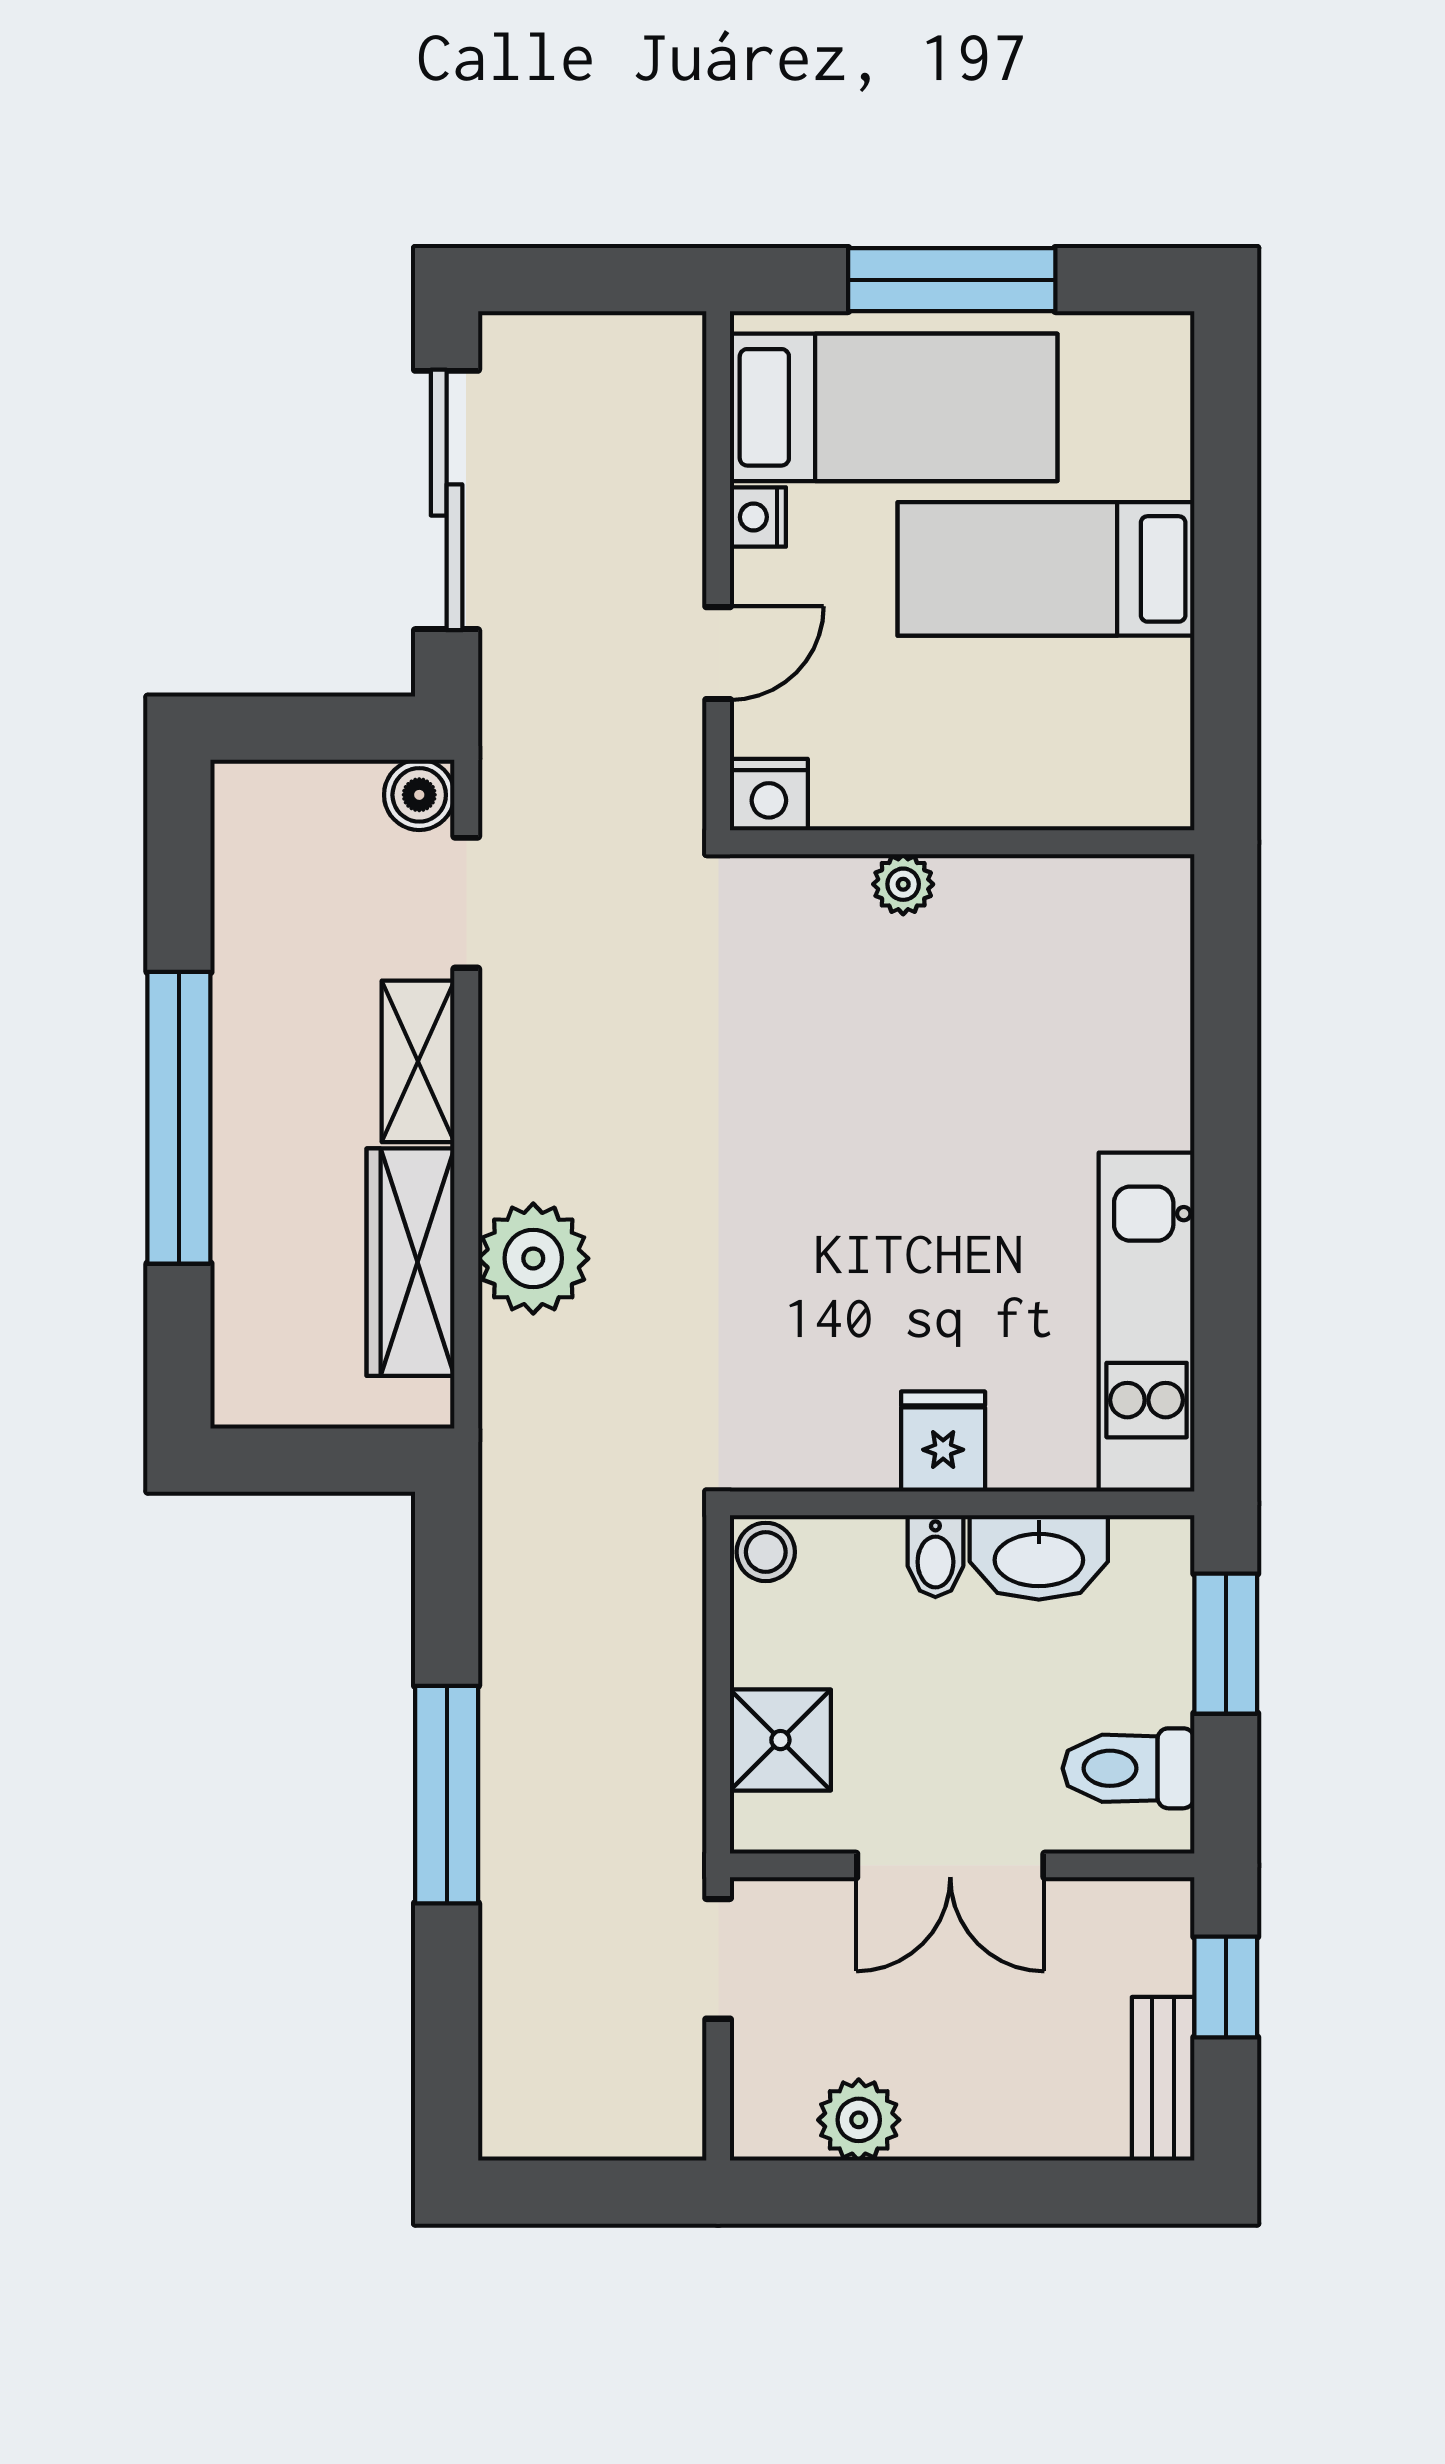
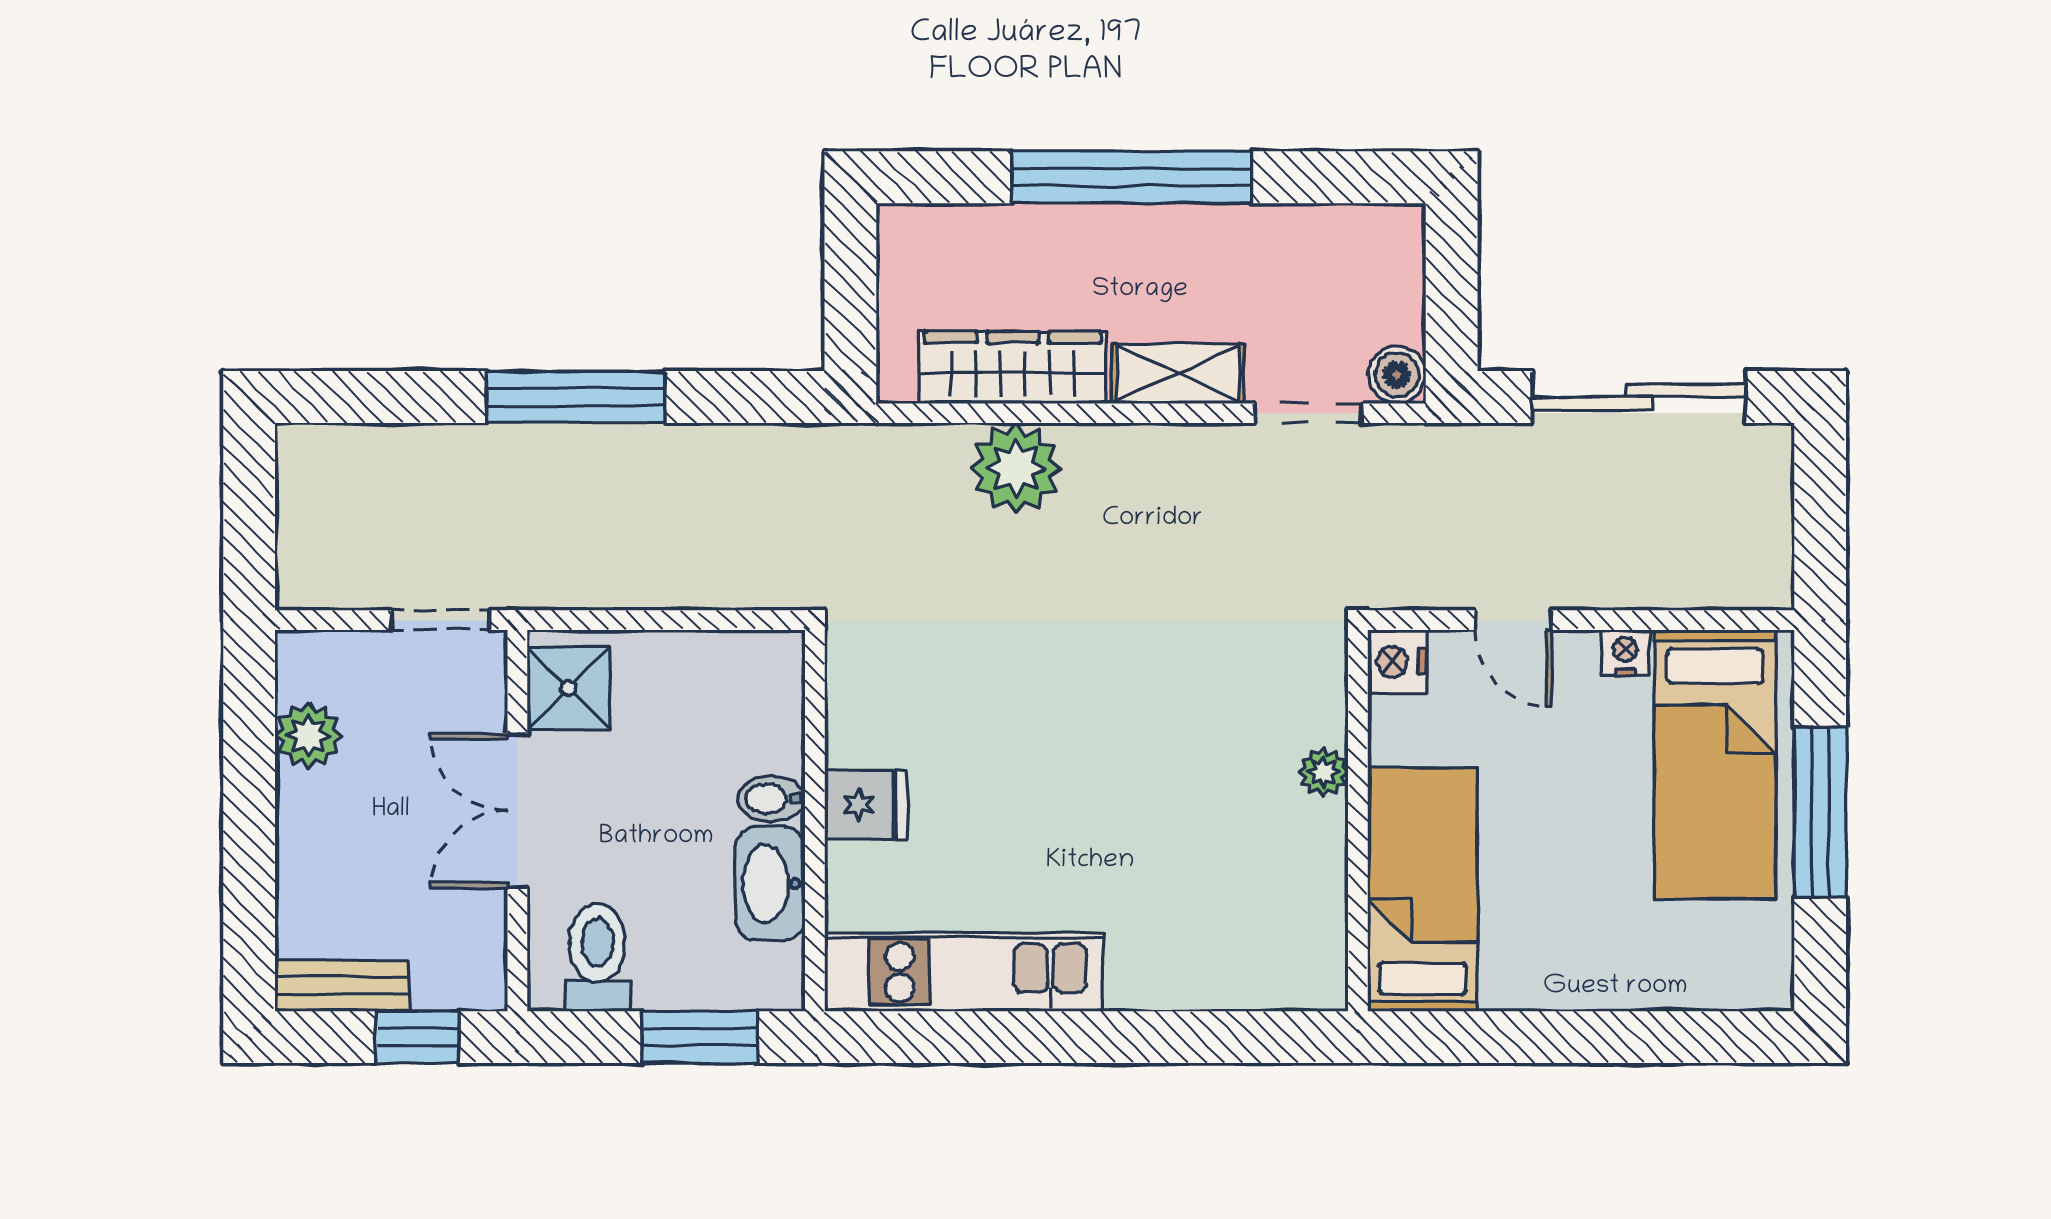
bed: (1046, 569) -> (1422, 889), moved
stool: (766, 1552) -> (775, 659), removed
shower: (780, 1740) -> (569, 688), moved

